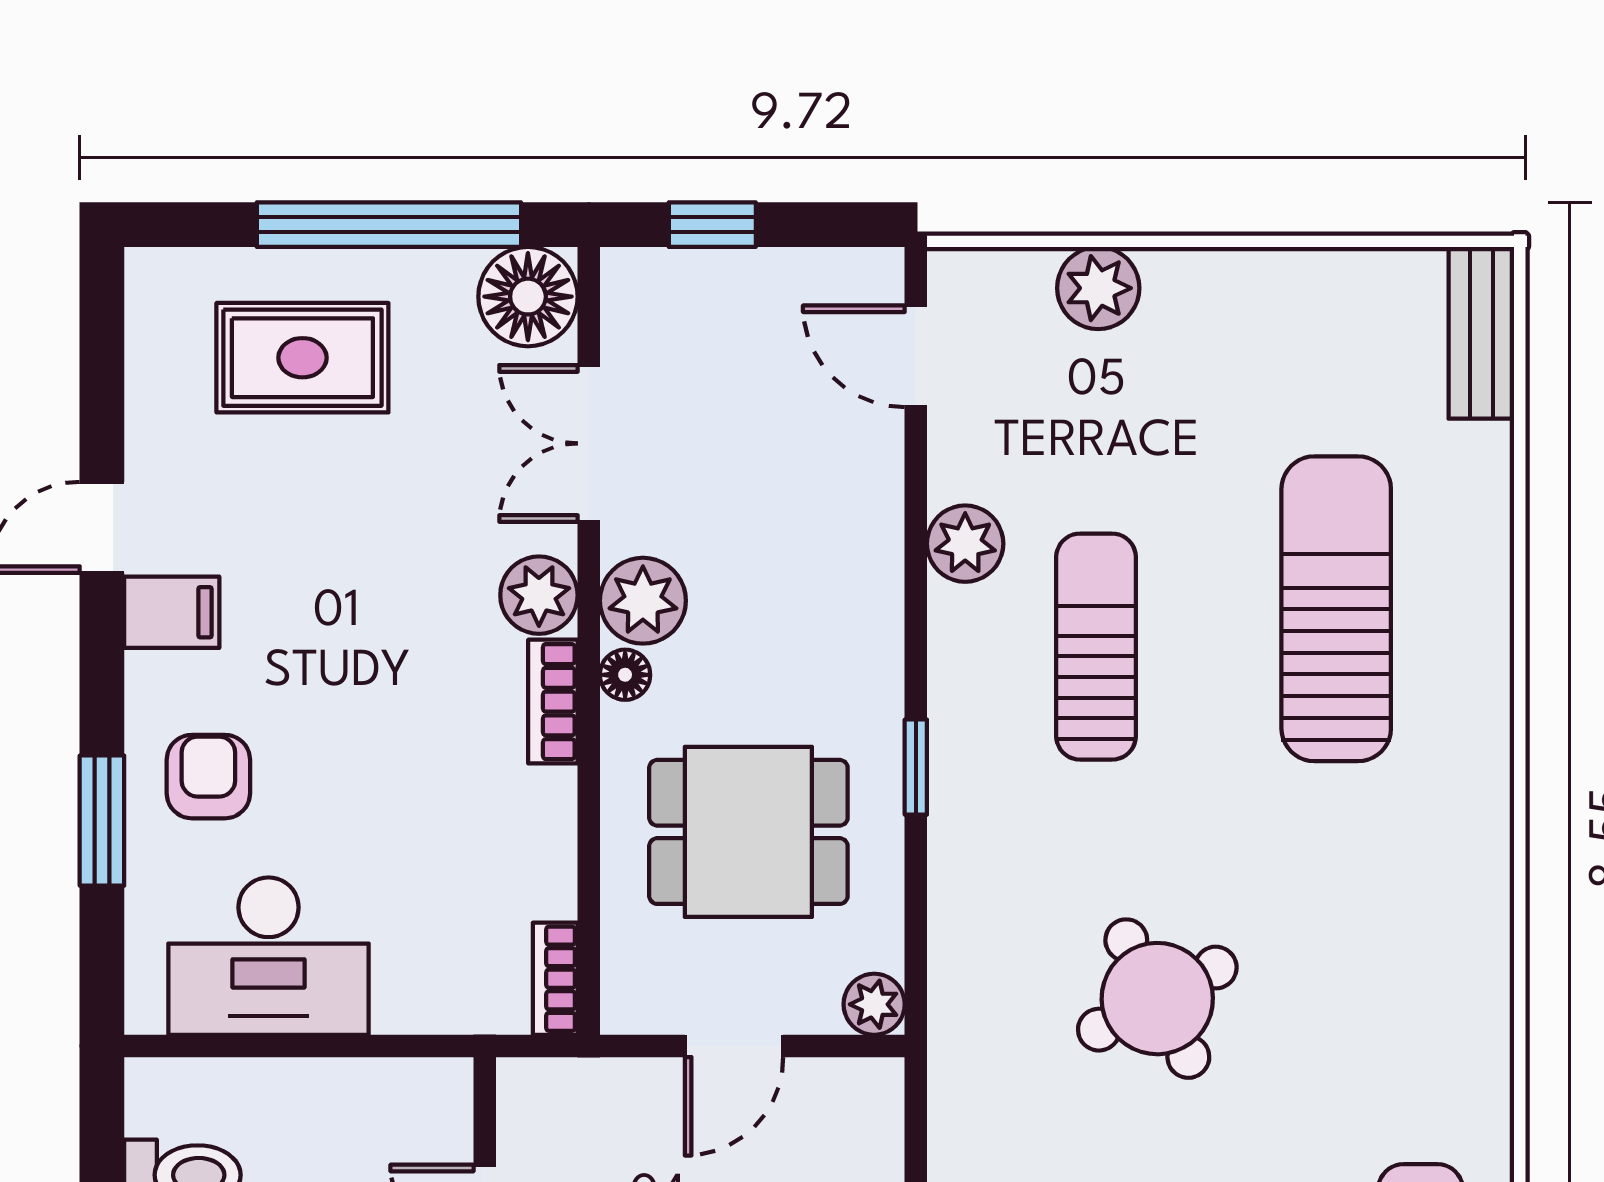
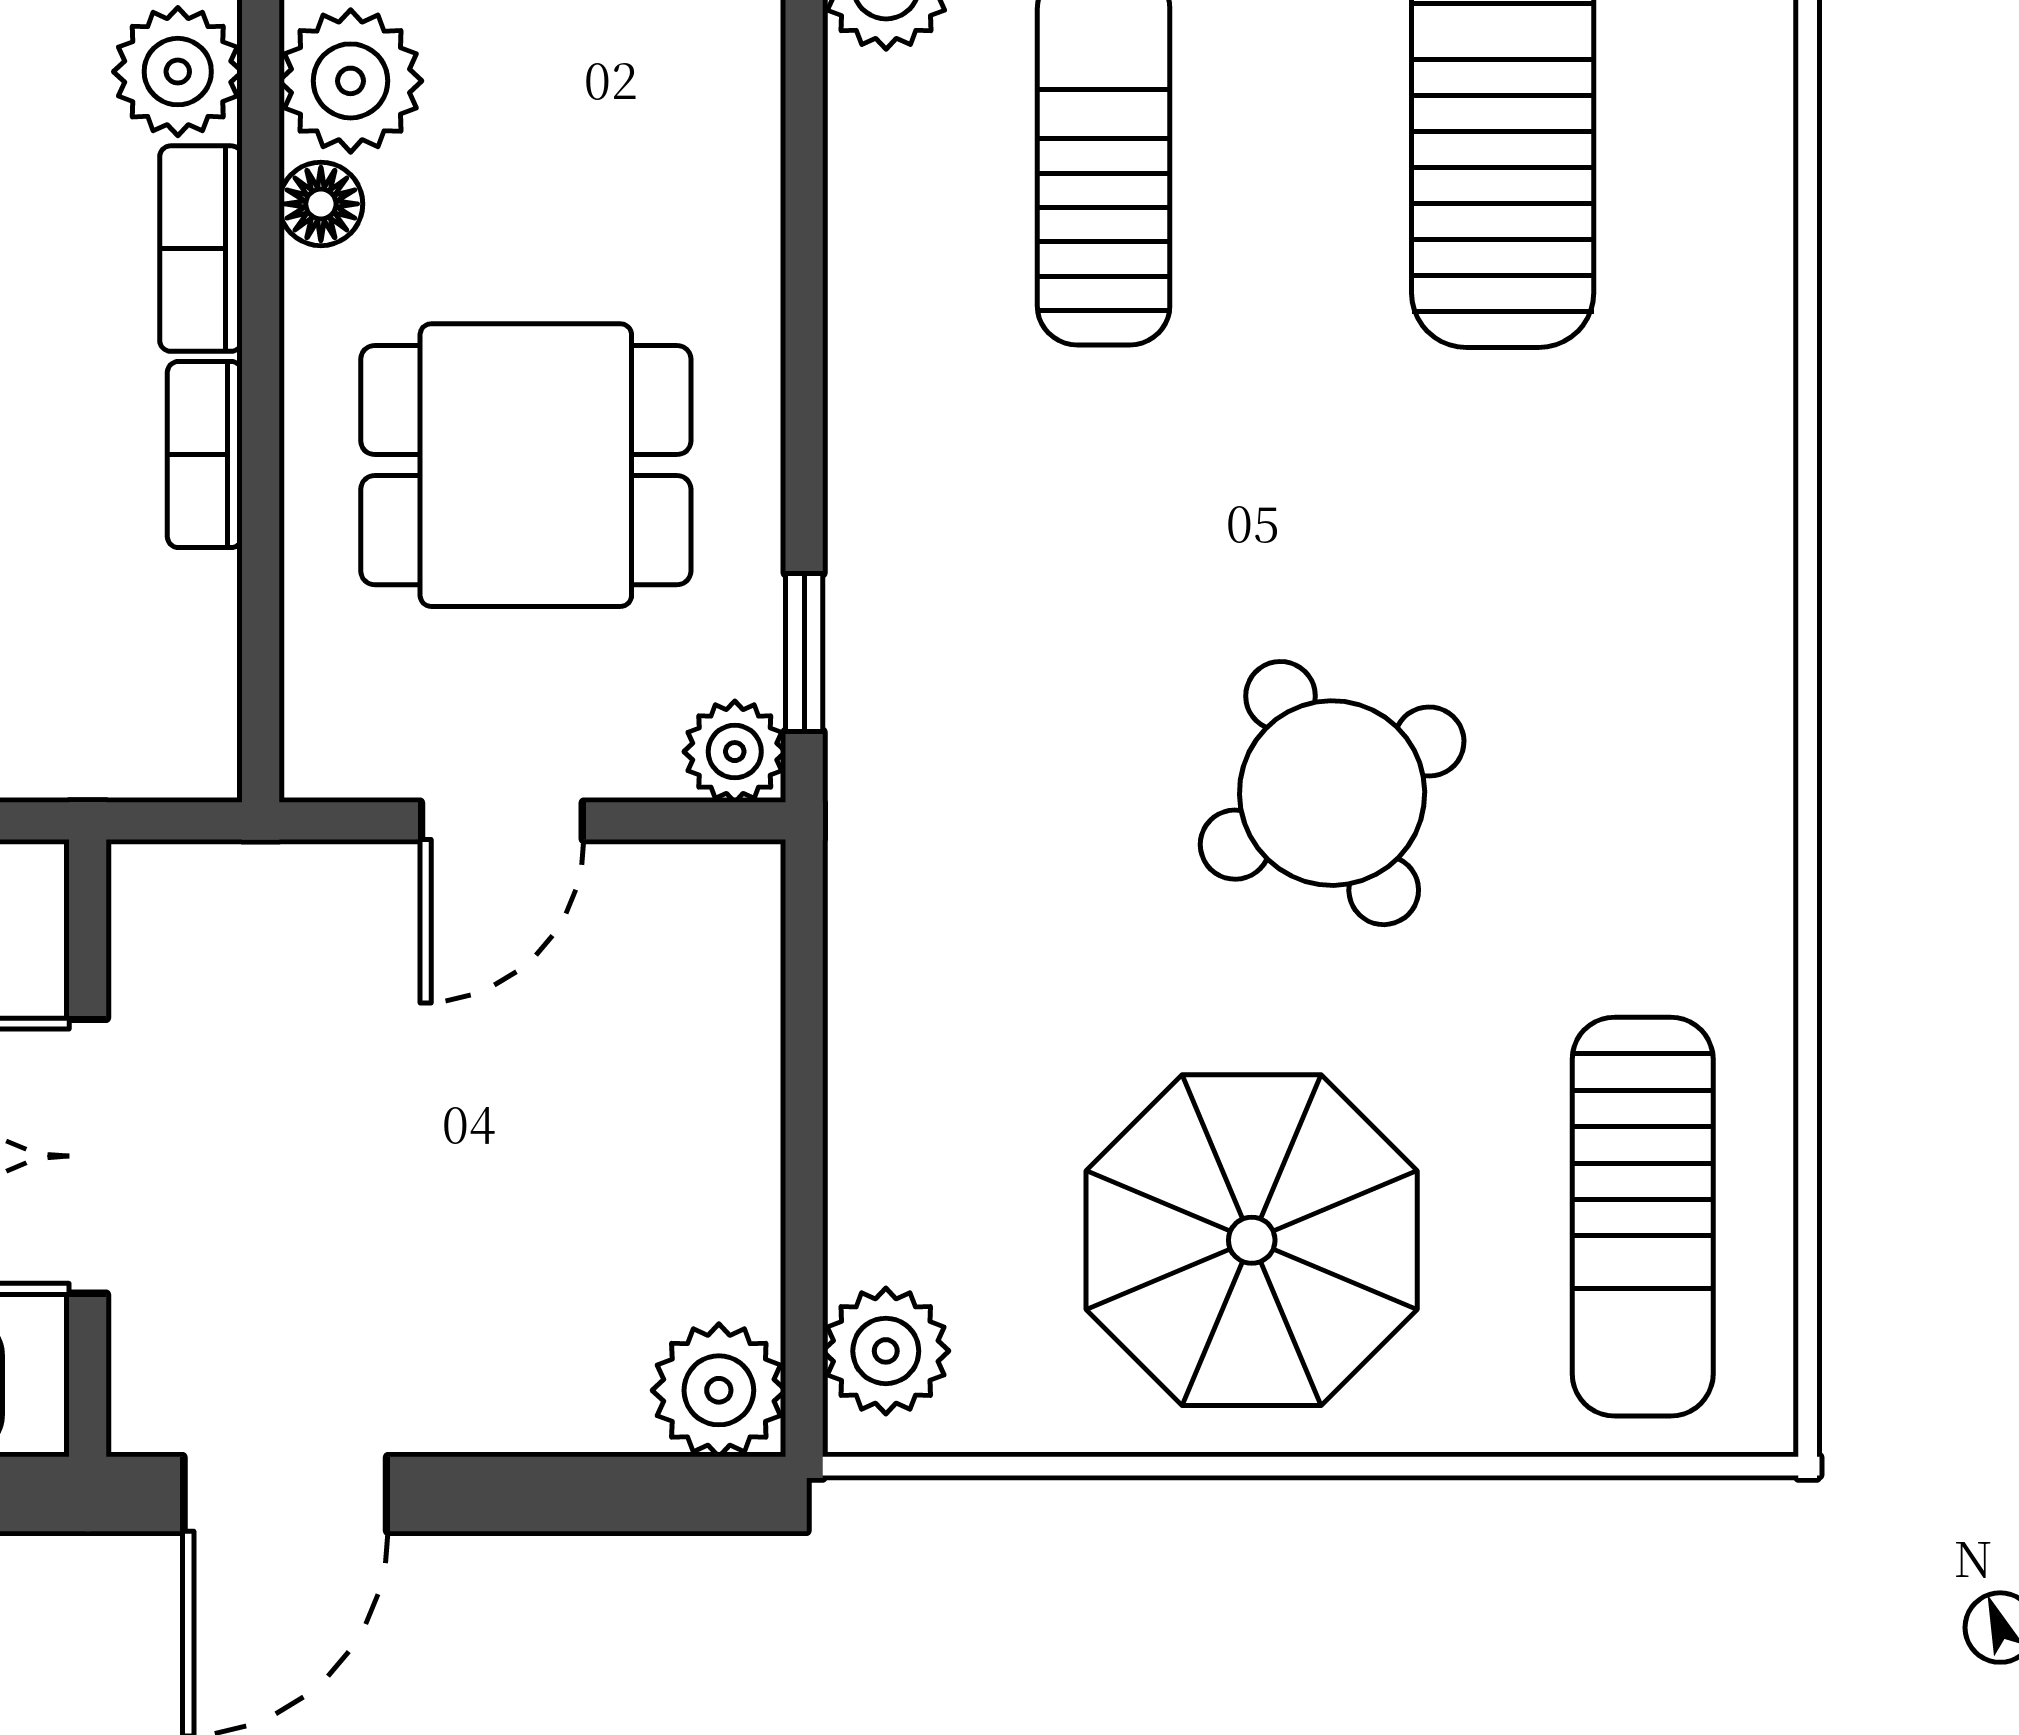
window: (916, 767) -> (804, 652), moved
bookcase: (555, 979) -> (205, 455), moved
round table: (1157, 999) -> (1332, 793), moved

